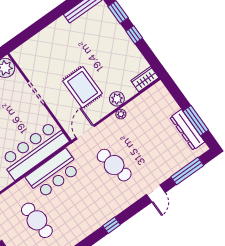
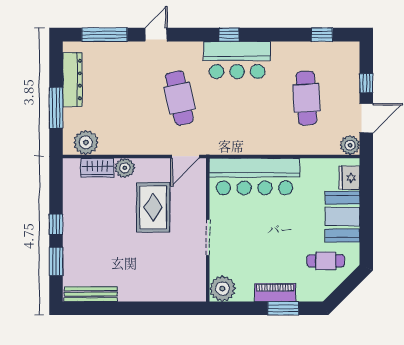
wardrobe: (145, 79) -> (97, 168), moved
plant: (121, 114) -> (86, 142), moved, width x1.88, depth x1.88
window: (196, 121) -> (56, 108), moved
bar counter: (53, 174) -> (237, 60), moved, turned 180

